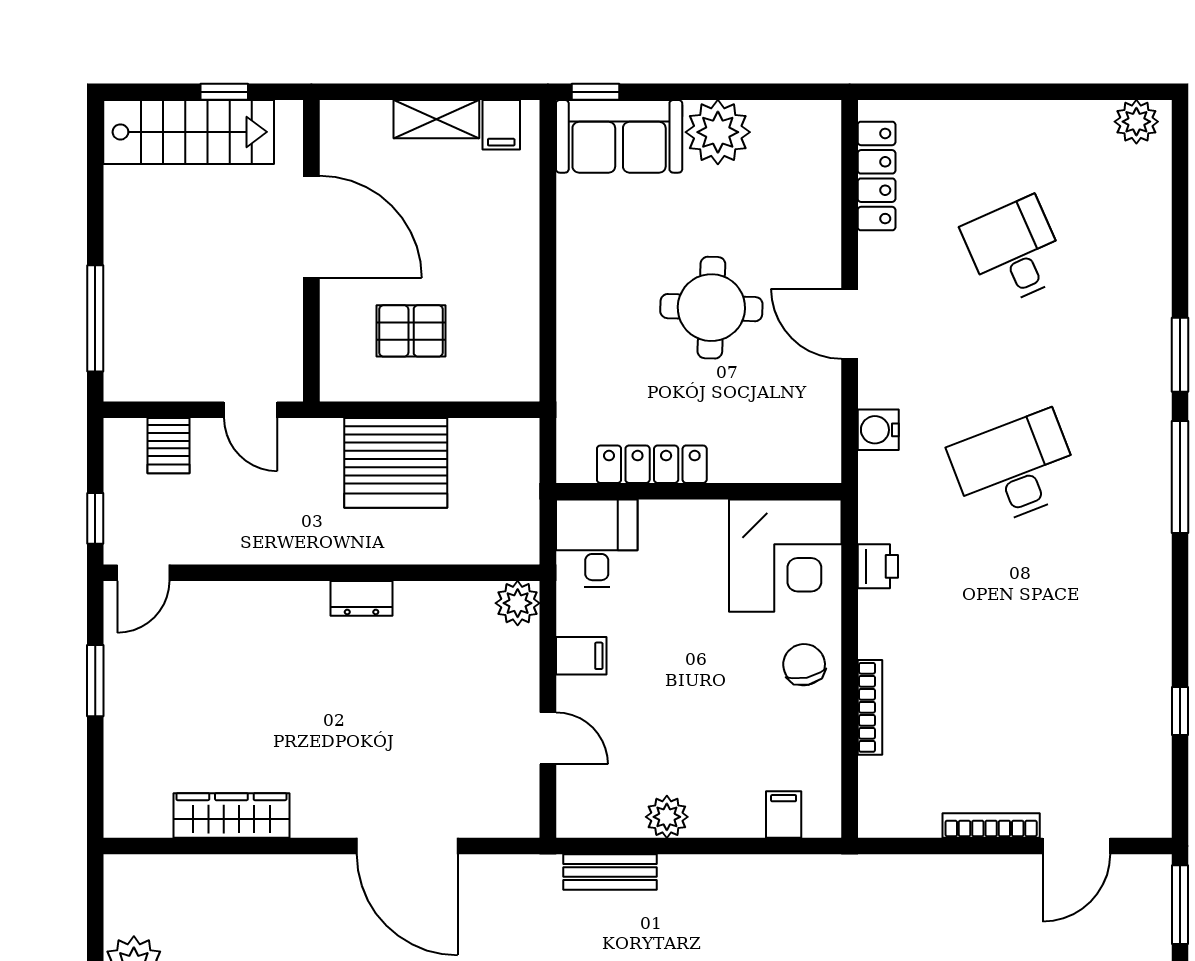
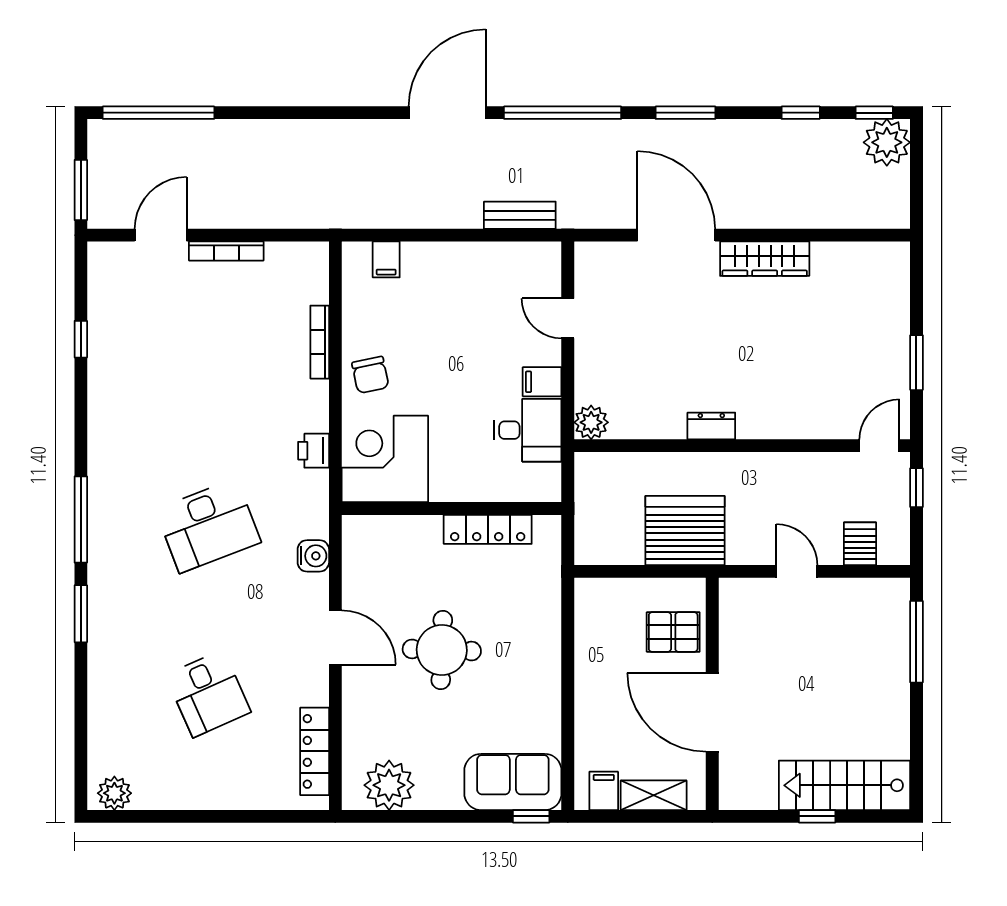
plant: (718, 132) -> (389, 785), moved
door: (311, 227) -> (712, 712), moved
wall: (311, 251) -> (712, 694), moved
desk: (597, 543) -> (528, 430), moved, turned -90
wardrobe: (231, 816) -> (765, 259), moved
plant: (667, 817) -> (476, 258), removed

